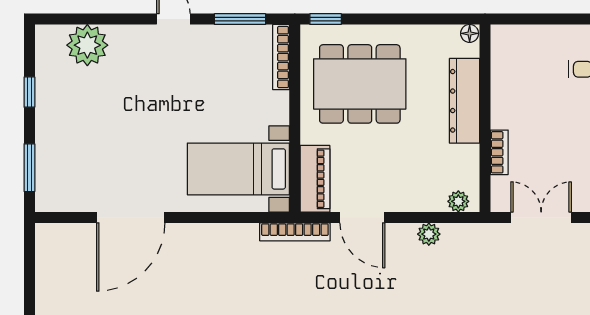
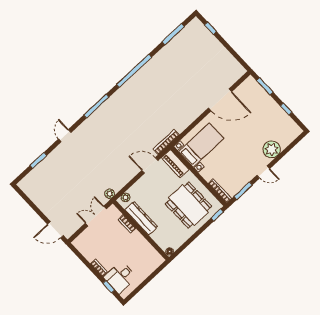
plant: (87, 45) -> (272, 149), moved
dining table: (360, 84) -> (188, 205), turned 90
dresser: (465, 101) -> (141, 218), moved
door: (131, 217) -> (220, 100), swing flipped
double door: (541, 217) -> (96, 216), swing flipped
plant: (429, 234) -> (110, 194), moved

